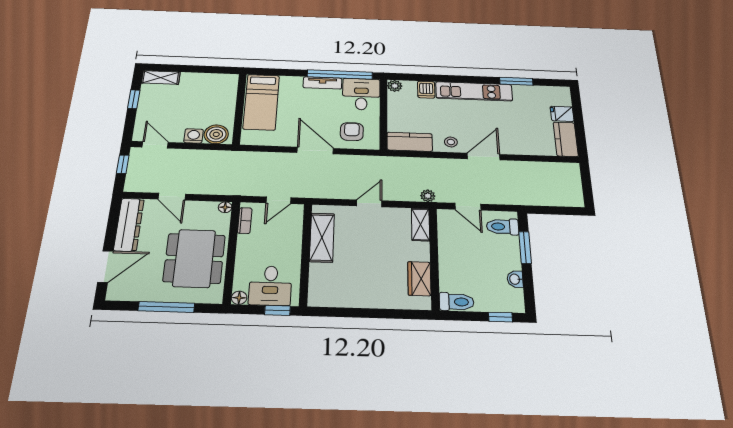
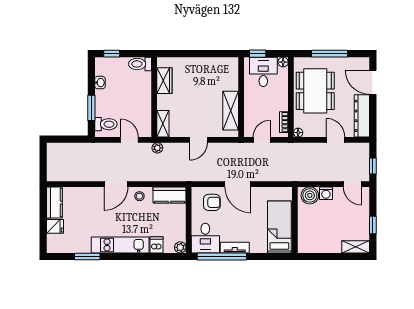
armchair: (352, 132) -> (212, 202), turned -90
door: (105, 267) -> (373, 82), hinge flipped

